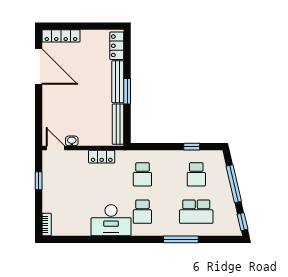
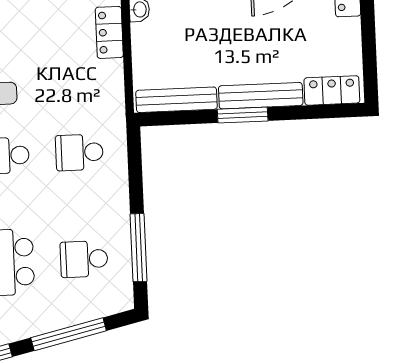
window: (192, 147) -> (139, 248), width x2.17
locker: (102, 157) -> (109, 32), moved

